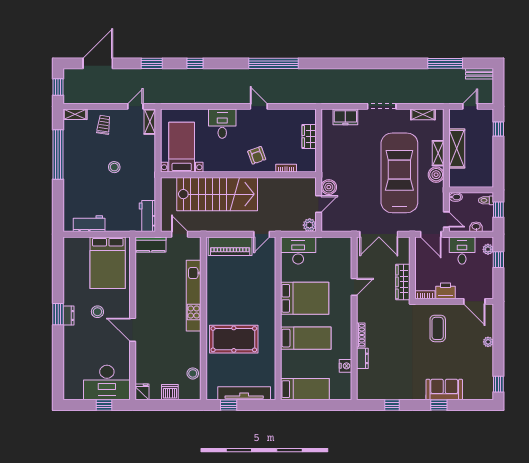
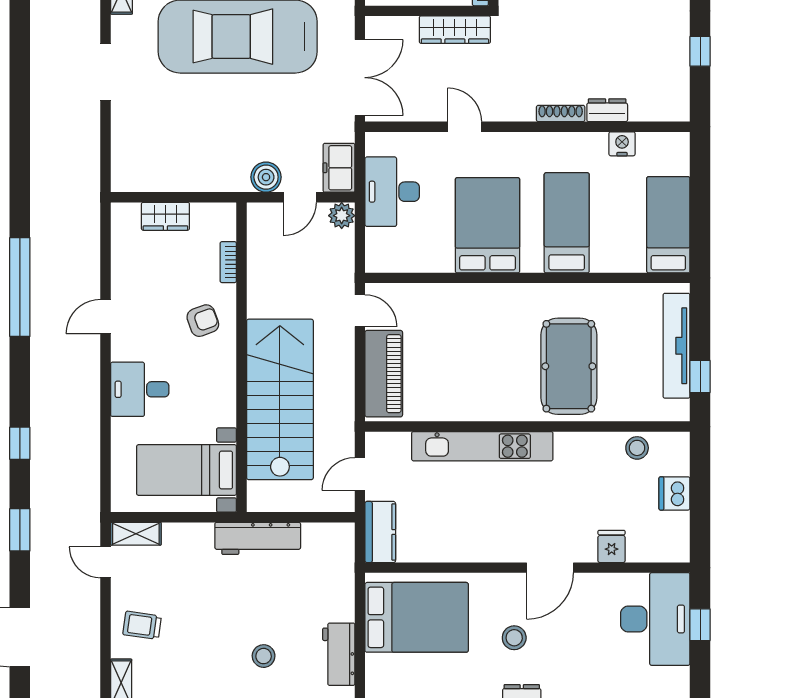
freezer: (345, 117) -> (339, 168), moved, turned 180
stool: (114, 167) -> (264, 656), moved
door: (319, 204) -> (300, 197), swing flipped
workbench: (147, 216) -> (258, 538), moved, width x1.37
desk: (298, 250) -> (392, 192), moved
fridge: (142, 392) -> (612, 546), moved, turned 90

